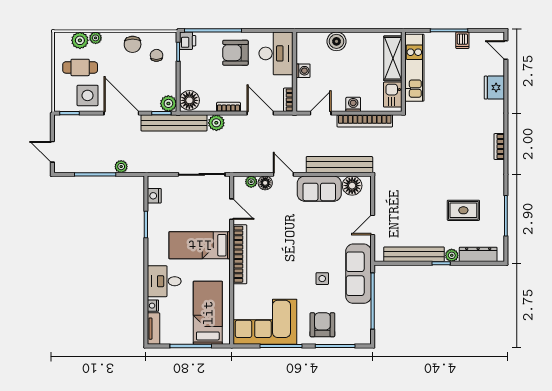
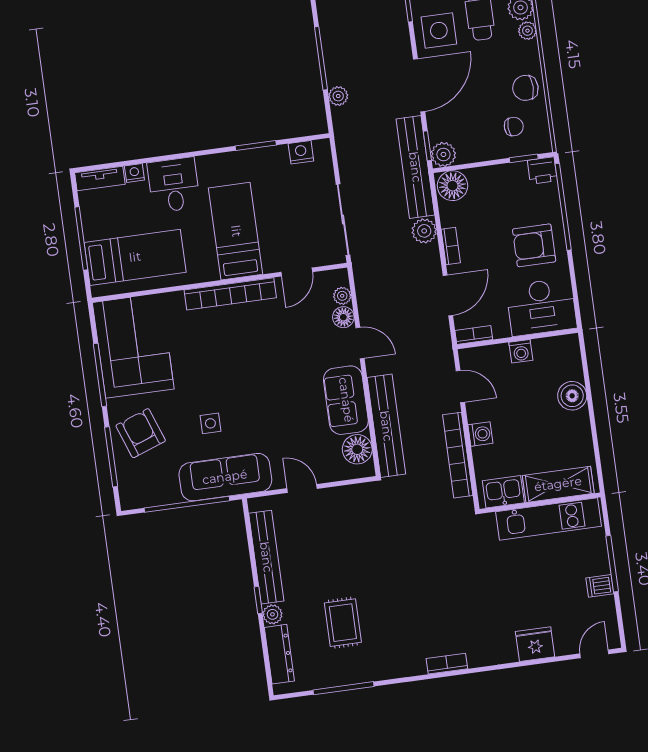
armchair: (235, 53) -> (534, 245), turned -90
door: (283, 174) -> (360, 343), hinge flipped
armchair: (322, 325) -> (141, 433), turned -110

